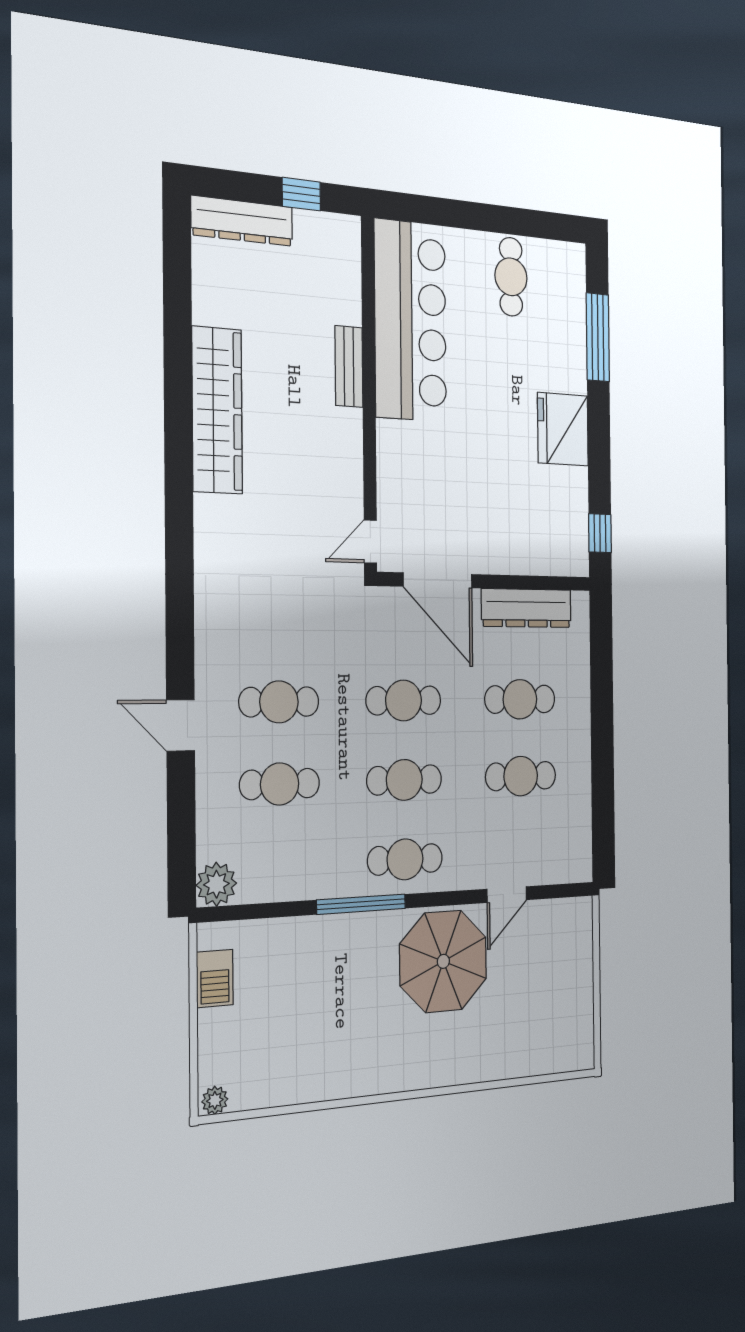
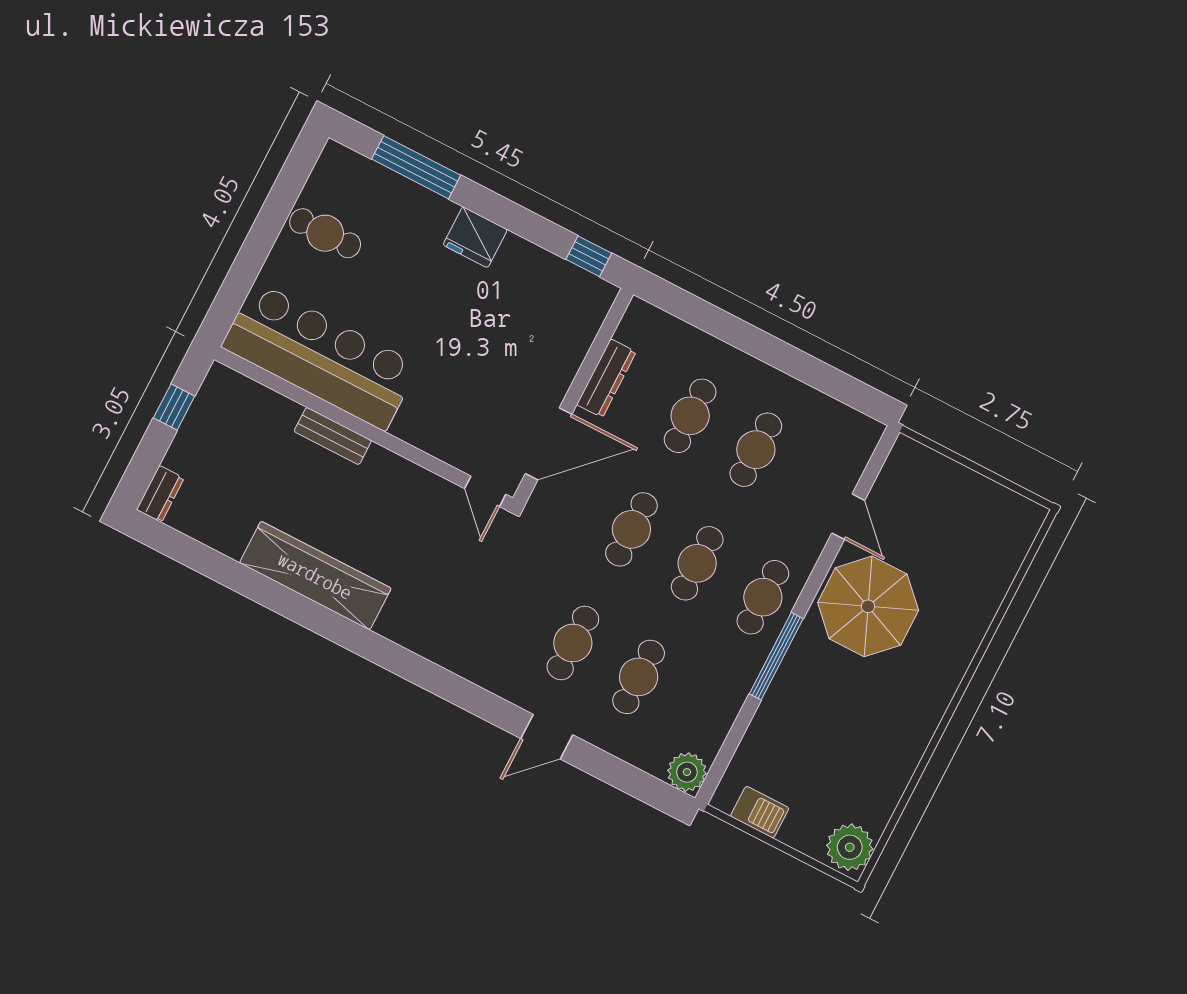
dresser: (242, 221) -> (160, 494), width x0.51, depth x0.80
fridge: (563, 429) -> (475, 237), width x0.73, depth x0.75
dresser: (527, 608) -> (606, 378), width x0.73, depth x0.80
plant: (215, 1100) -> (850, 847), width x1.88, depth x1.88

